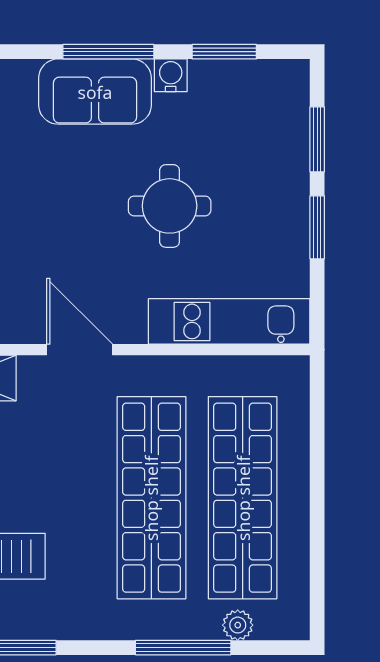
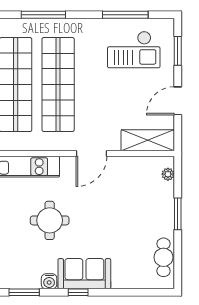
window: (108, 52) -> (78, 292), width x0.46
door: (80, 350) -> (92, 153), hinge flipped
plant: (238, 625) -> (18, 25), removed

